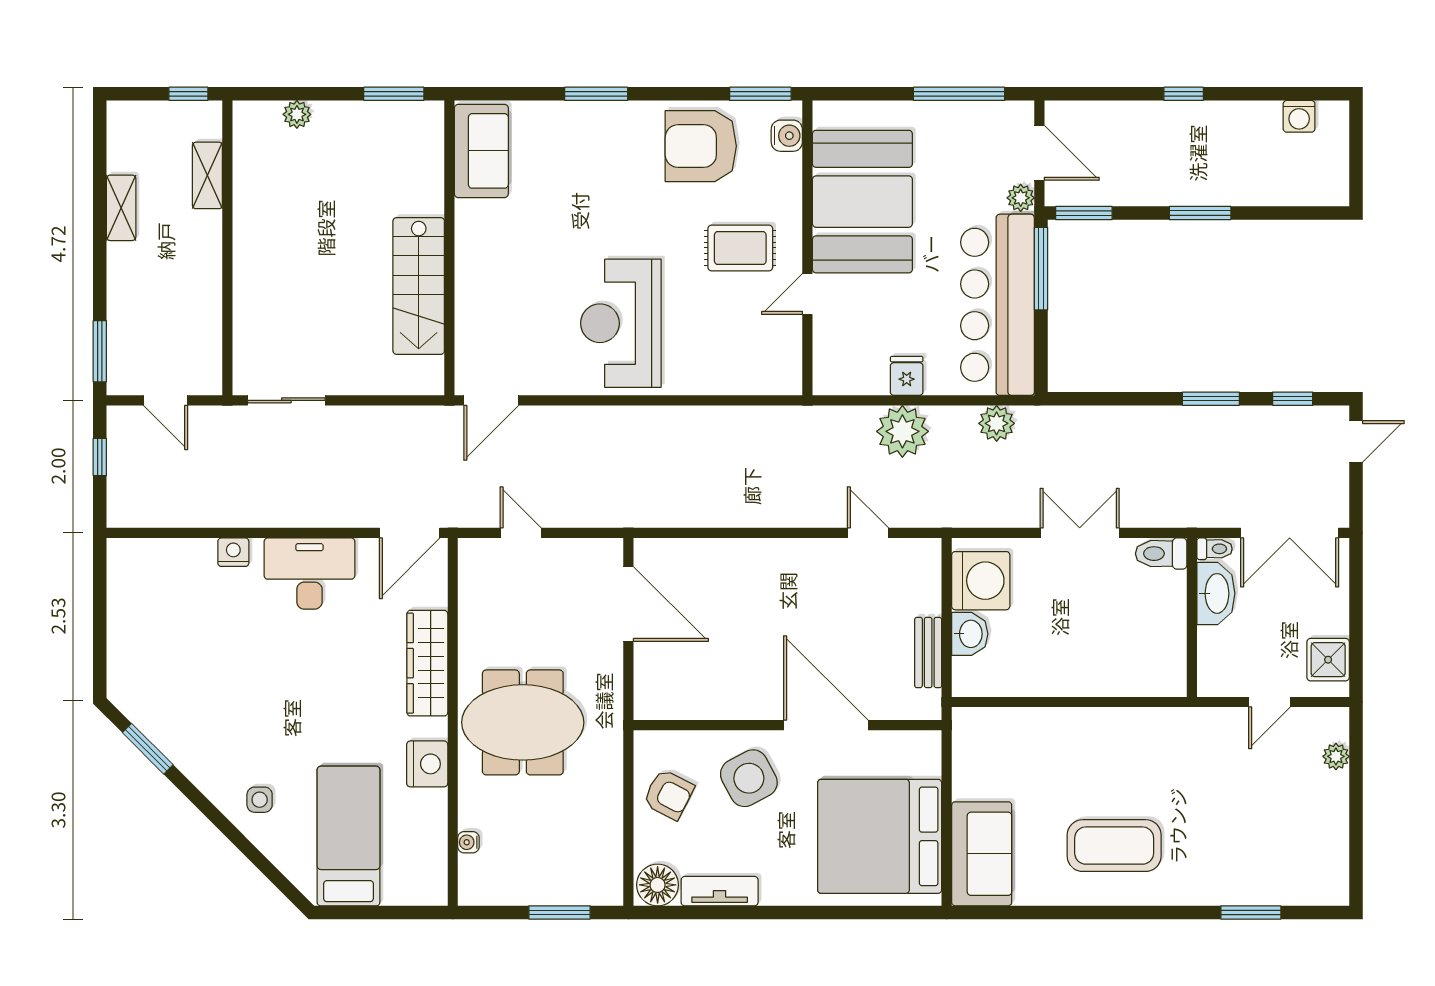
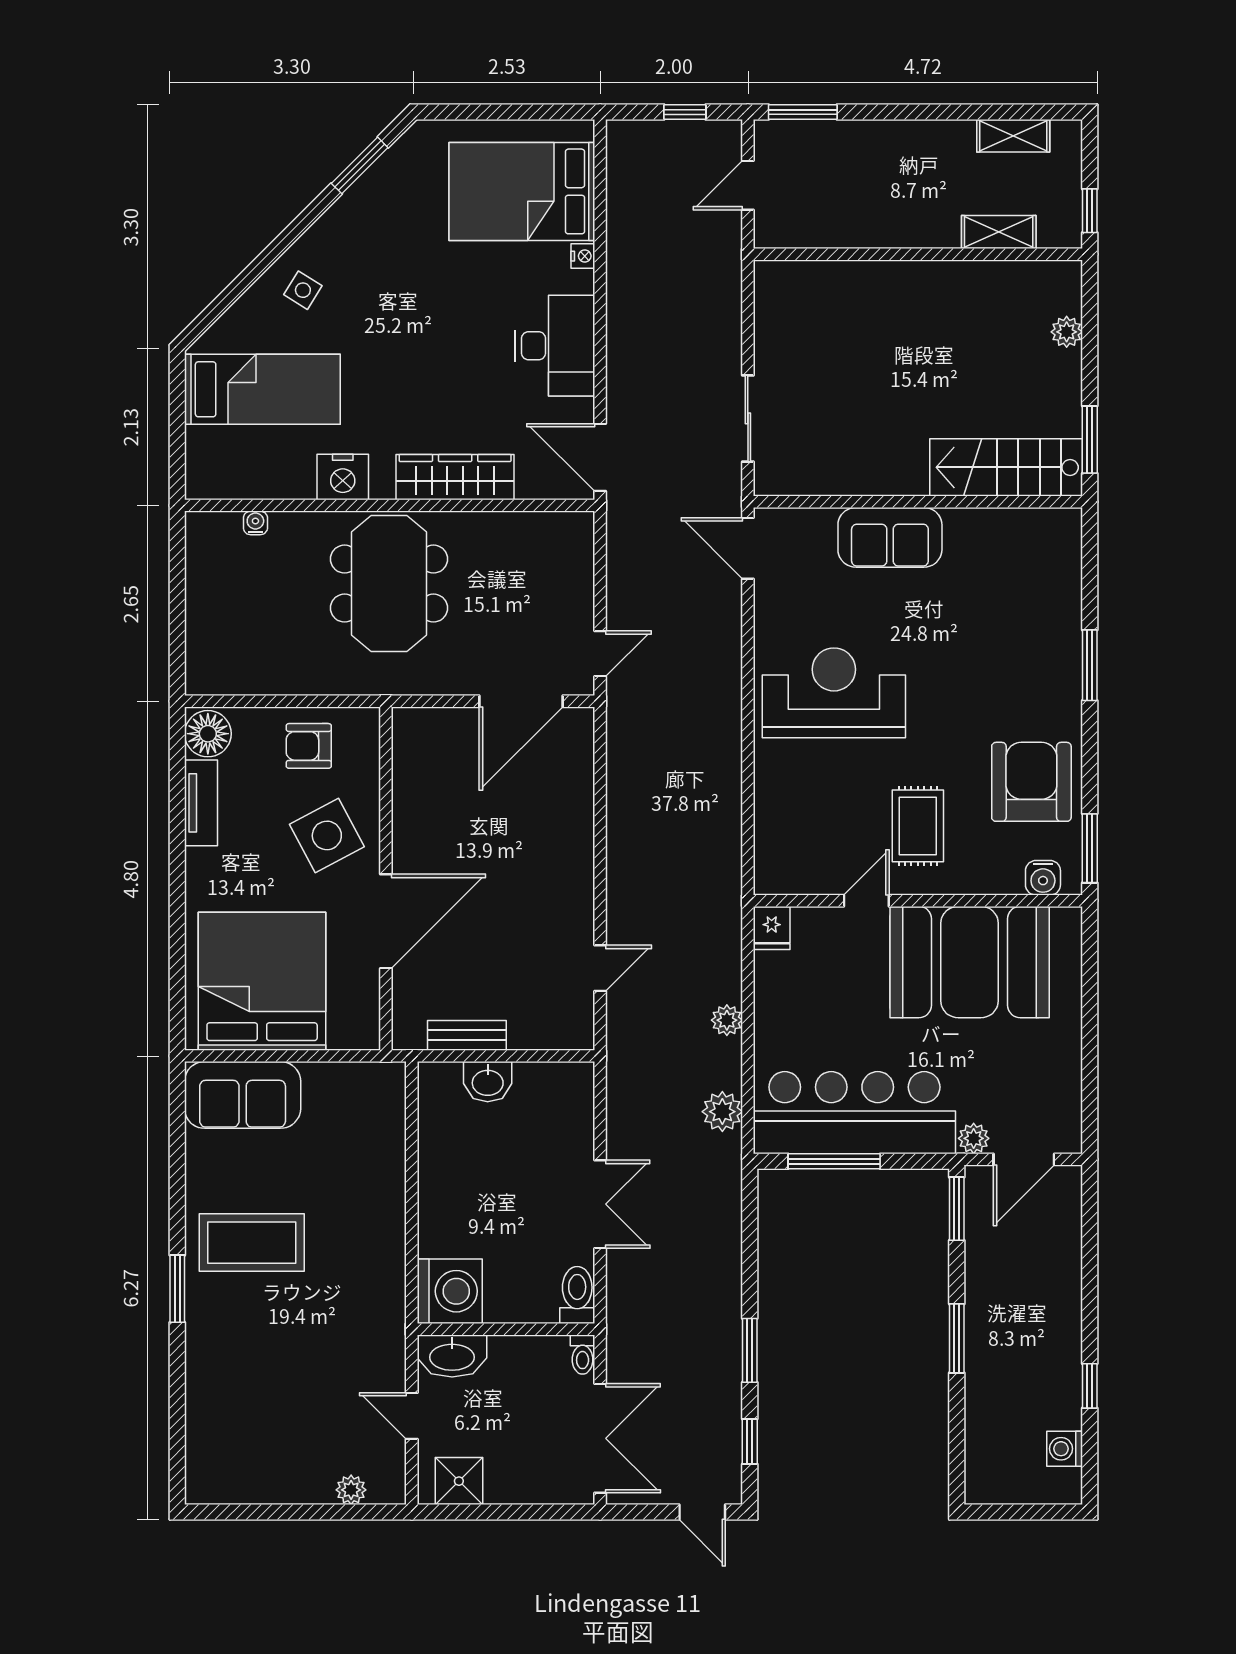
window: (959, 94) -> (1090, 1070), removed
window: (1184, 94) -> (1090, 1386), moved
sofa: (481, 151) -> (890, 537), moved
shelving: (121, 208) -> (1013, 136), moved
window: (1041, 269) -> (834, 1161), moved
stairs: (419, 286) -> (1006, 467), moved
door: (807, 294) -> (866, 901), hinge flipped
fridge: (907, 376) -> (772, 928), moved, turned 90
sliding door: (286, 400) -> (748, 418), moved
plant: (902, 431) -> (727, 1020), width x0.53, depth x0.53
door: (521, 533) -> (600, 654), moved
double door: (1290, 533) -> (600, 1438), swing flipped
nightstand: (233, 552) -> (583, 256), width x0.72, depth x0.74
washing machine: (981, 581) -> (450, 1291), moved, turned -90
washbasin: (1216, 593) -> (452, 1356), moved
bed: (171, 603) -> (522, 191), added
armchair: (669, 794) -> (309, 746), turned 63
side table: (260, 800) -> (303, 290), turned 32
coffee table: (1114, 846) -> (252, 1243), turned 90
window: (559, 912) -> (177, 624), removed
window: (1251, 912) -> (177, 1289), moved

